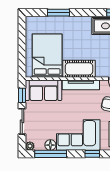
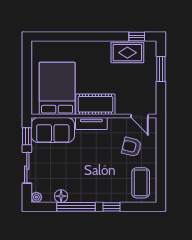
window: (58, 13) -> (71, 37), removed
tv unit: (81, 85) -> (91, 124), width x0.71
corner sofa: (78, 135) -> (95, 184), removed
window: (51, 154) -> (76, 207), moved

